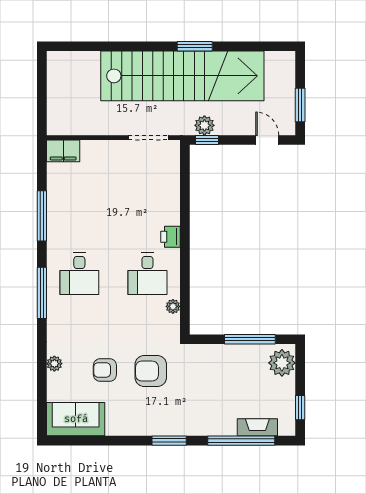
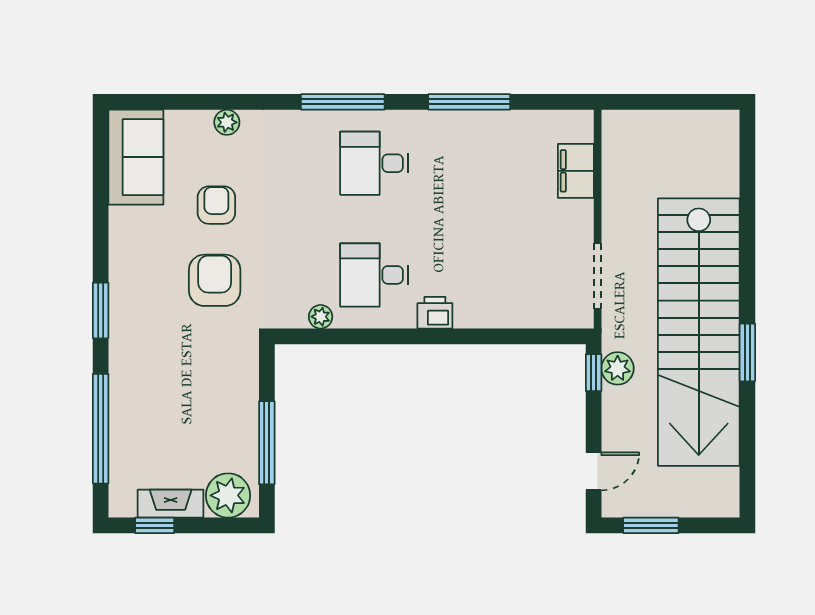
filing cabinet: (63, 151) -> (576, 171), moved
fireplace: (257, 427) -> (171, 504), moved, turned -90

